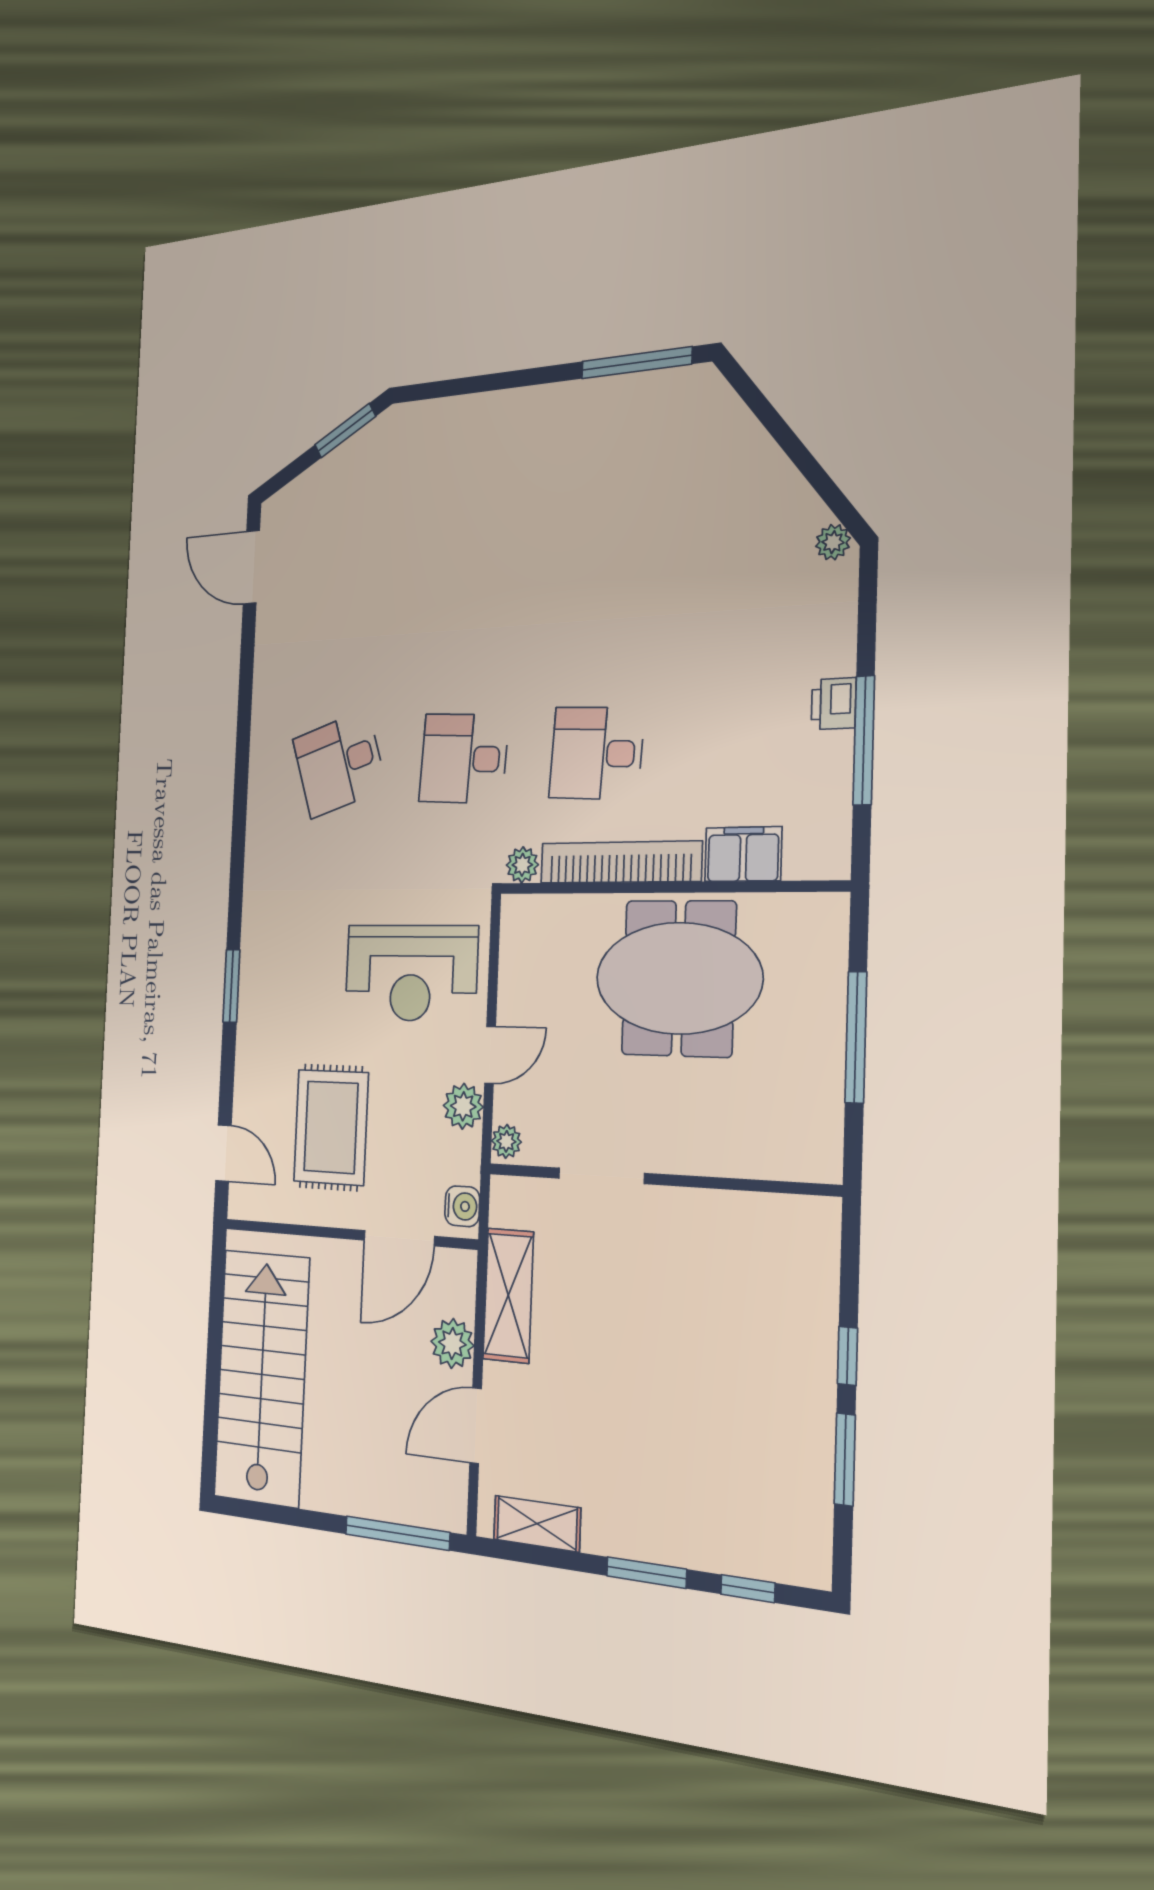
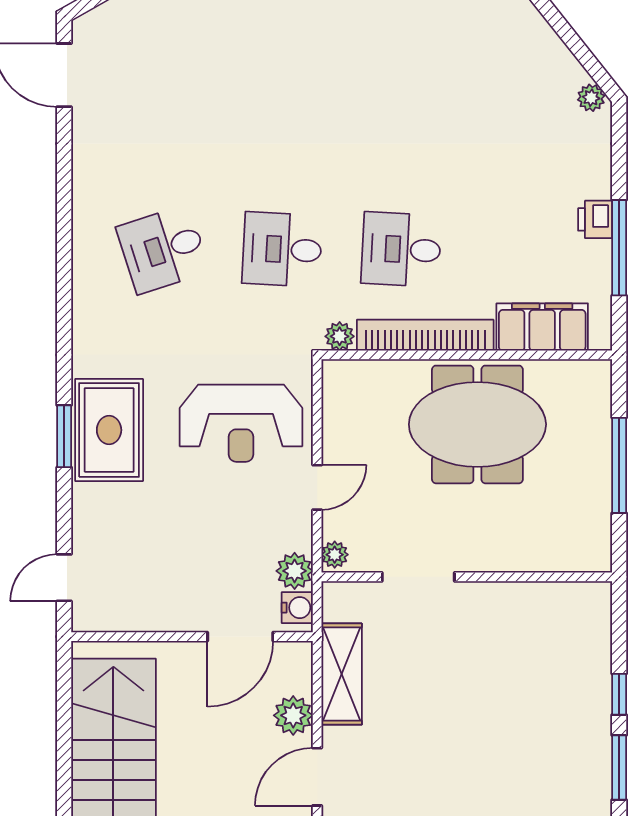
filing cabinet: (743, 854) -> (542, 327), width x1.50, depth x1.17
plant: (463, 1106) -> (295, 571), moved
rug: (331, 1127) -> (109, 430), moved
door: (223, 1153) -> (64, 578), swing flipped

